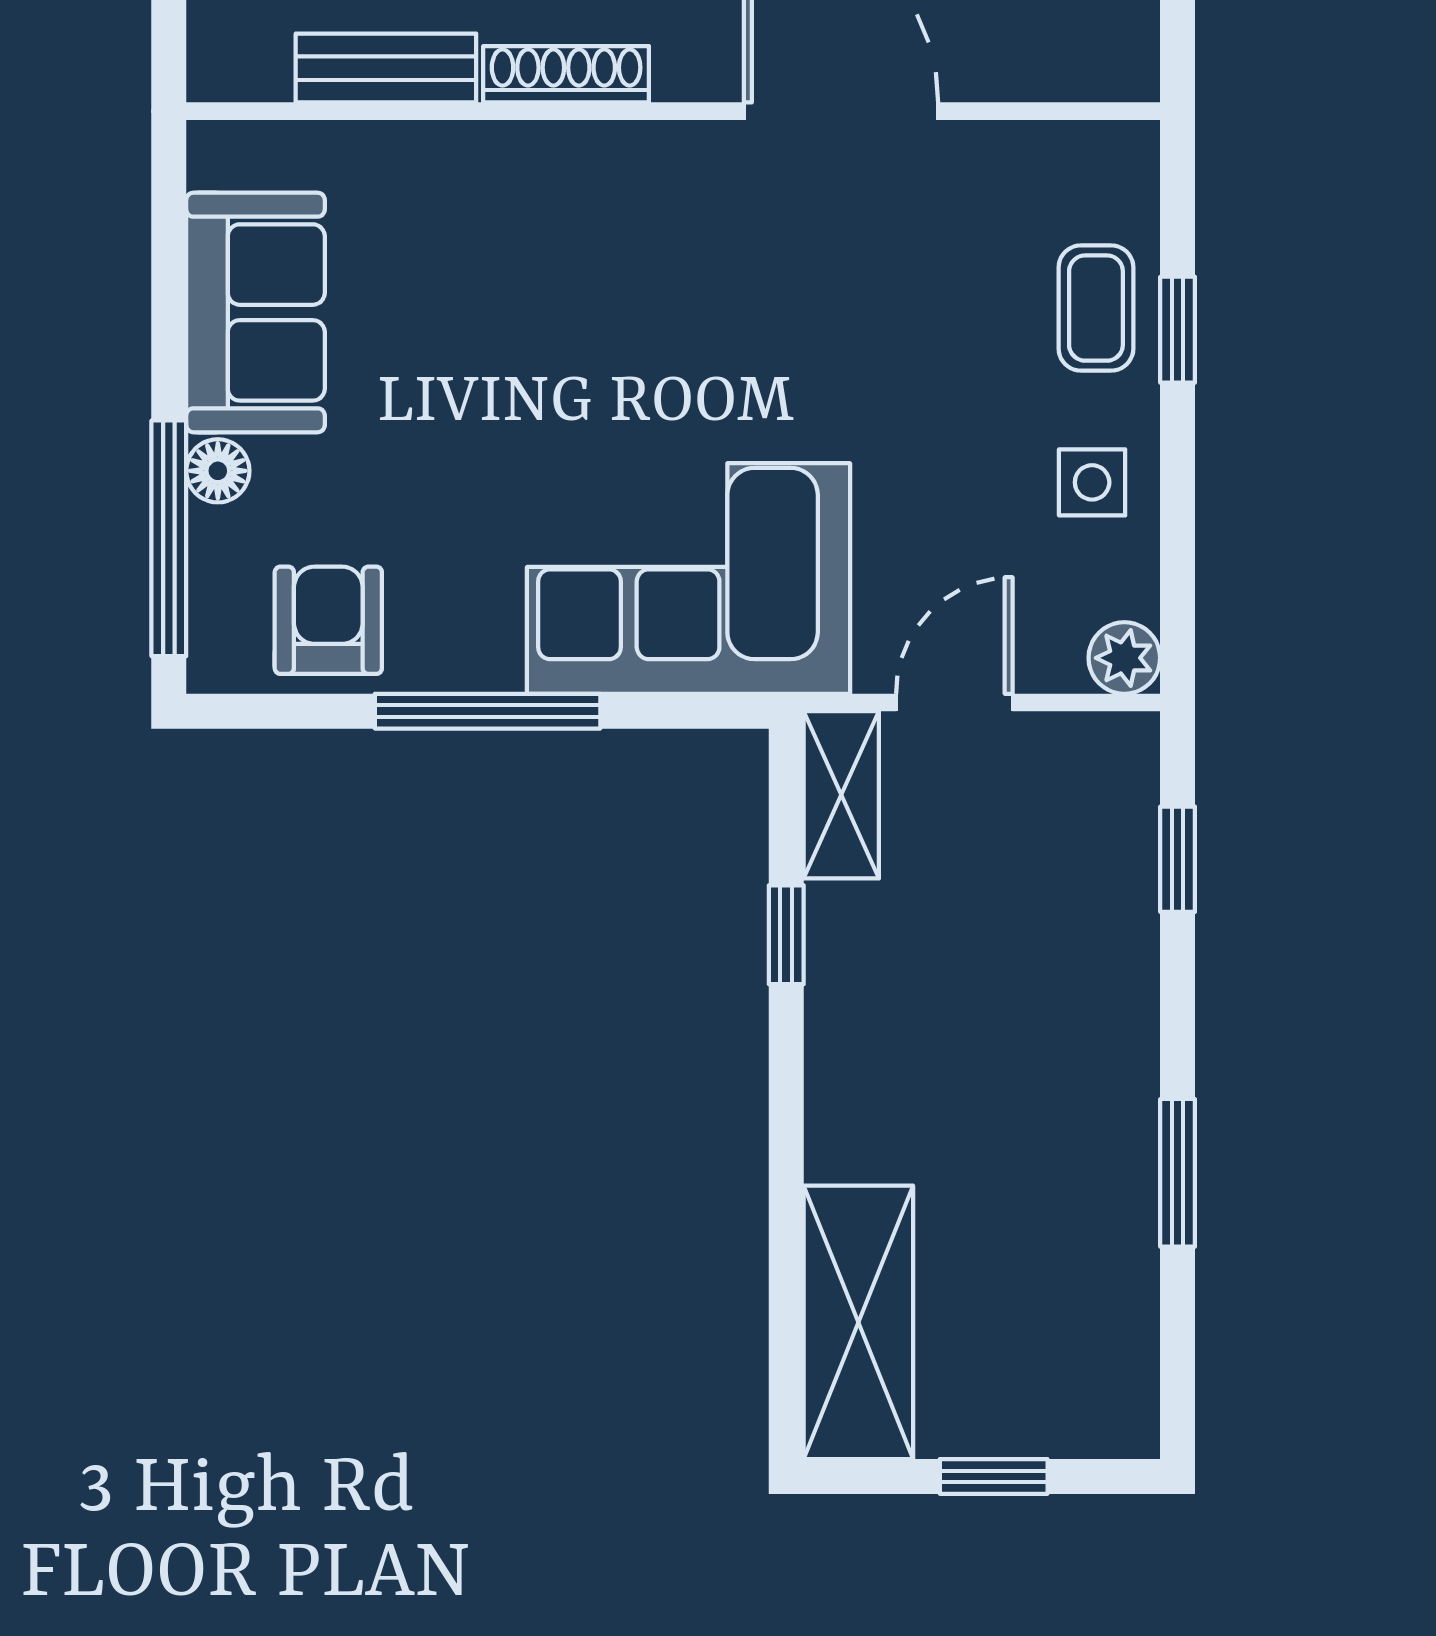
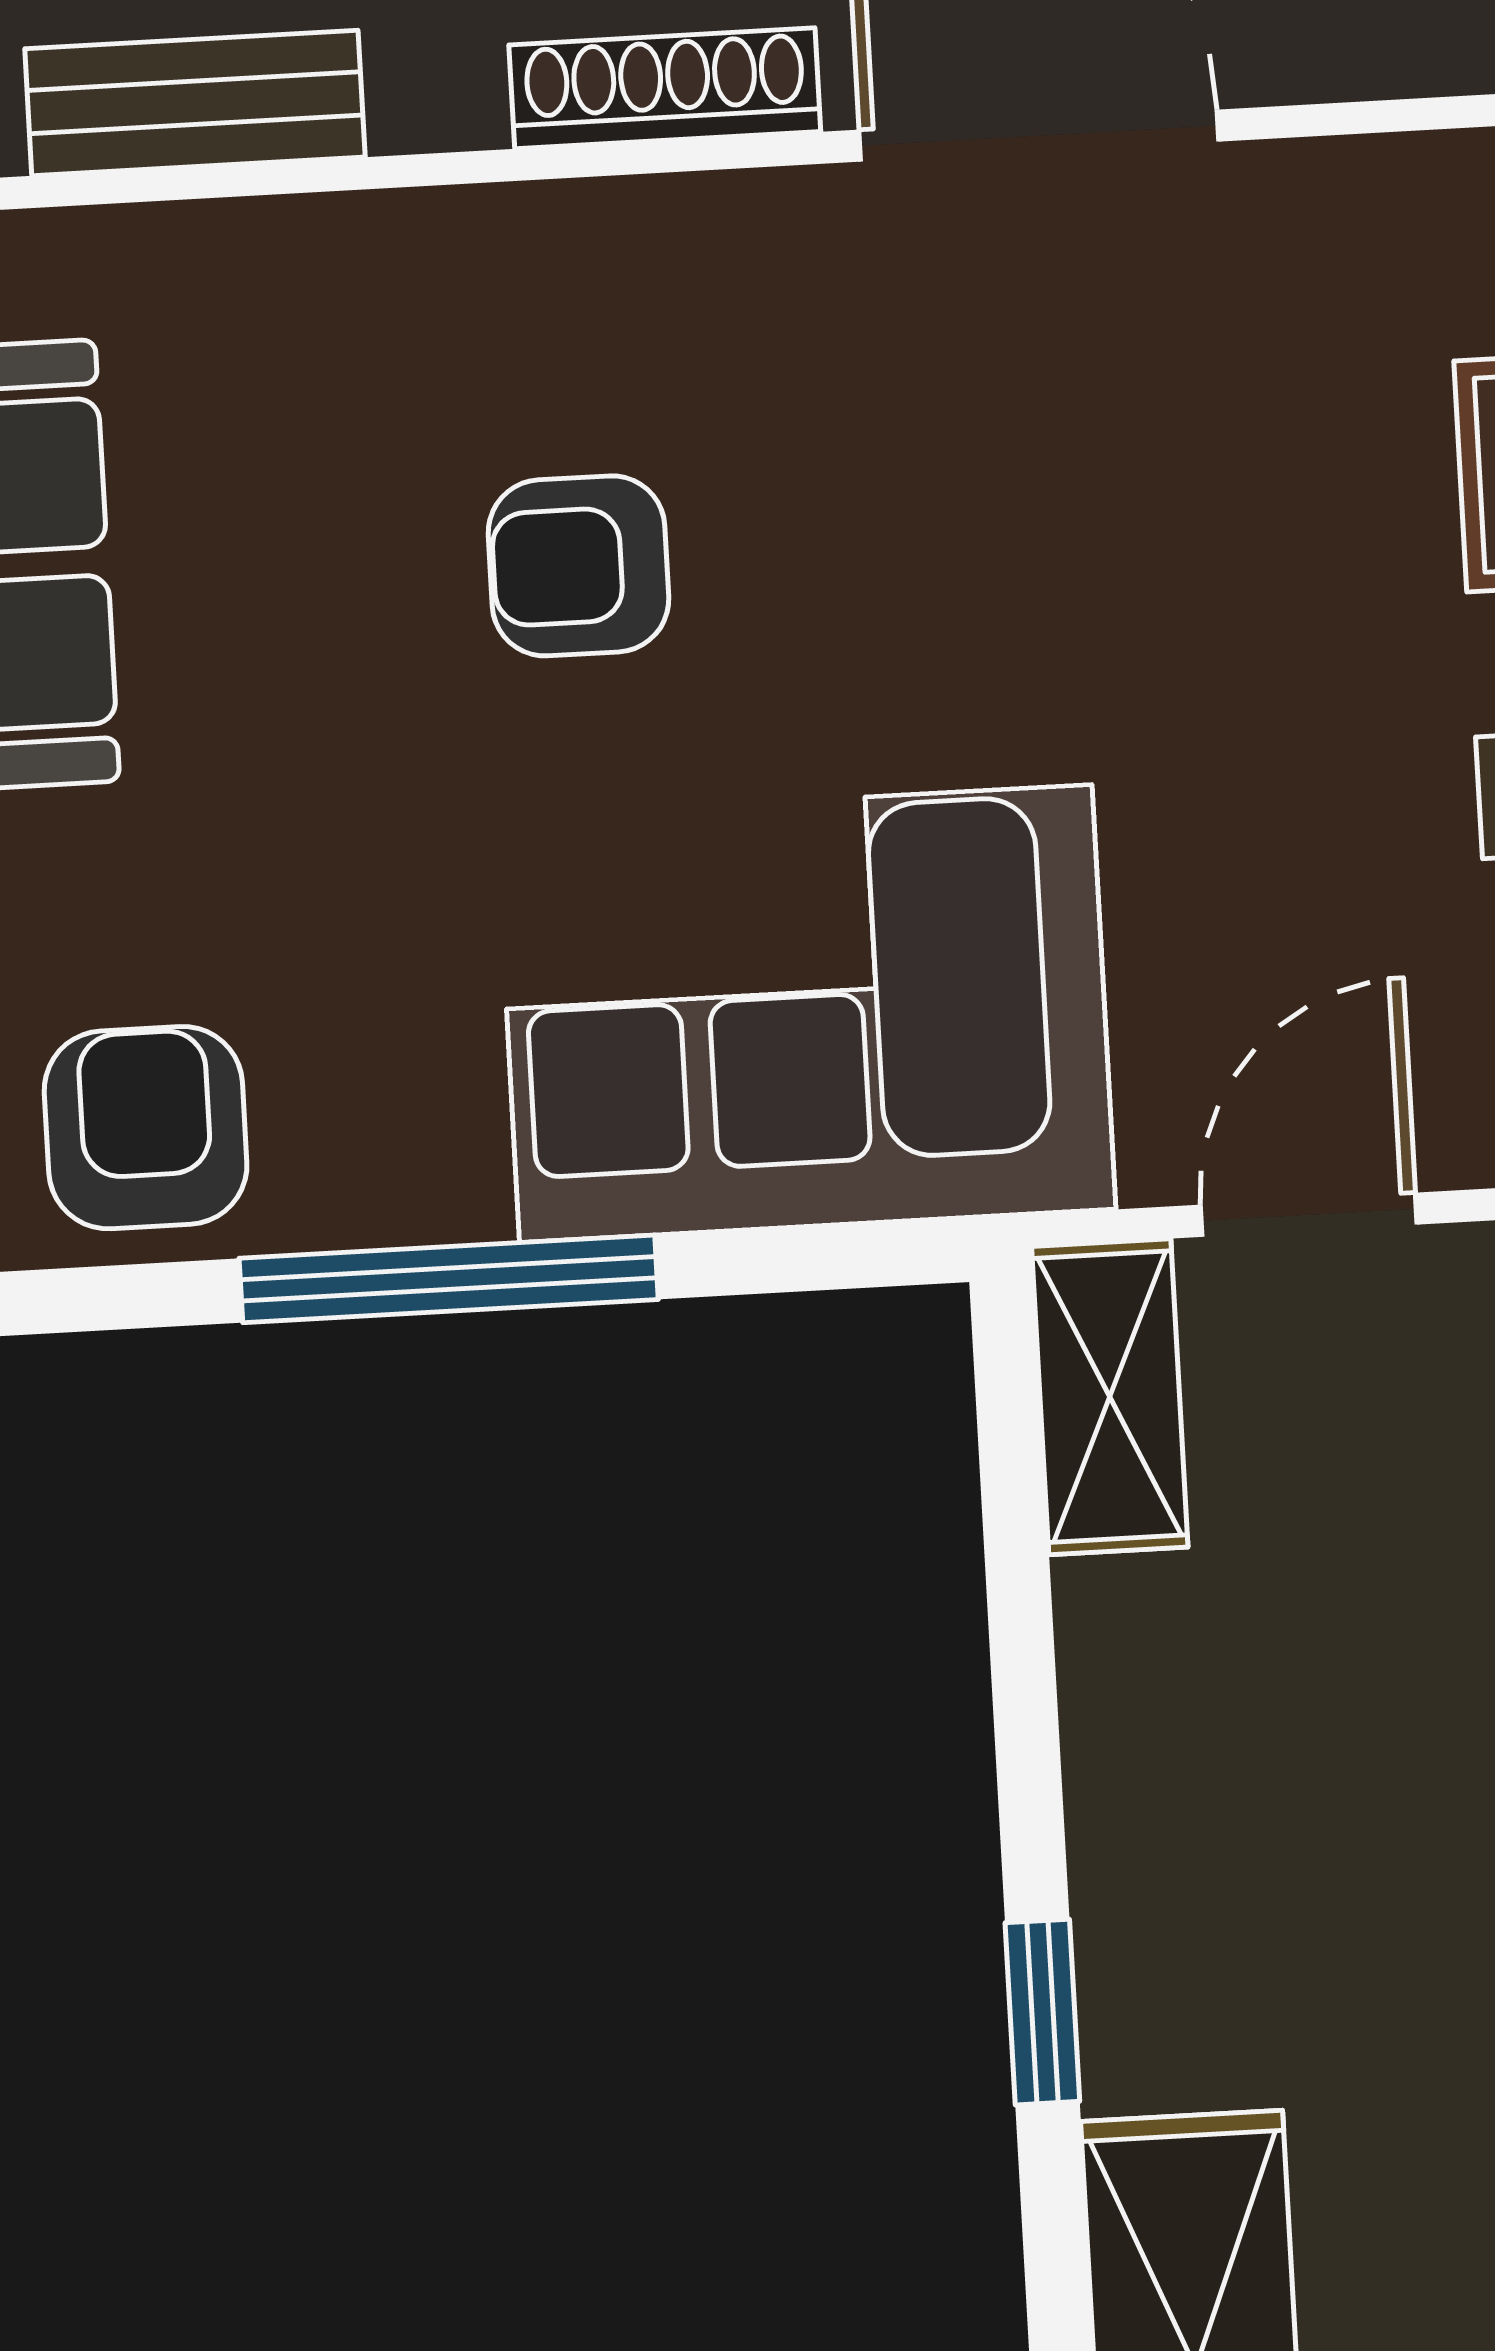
shoe rack: (566, 74) -> (665, 88), moved
armchair: (579, 330) -> (579, 566), added
window: (786, 935) -> (1042, 2012), moved

